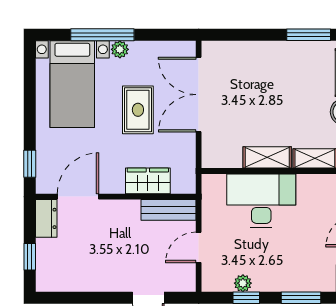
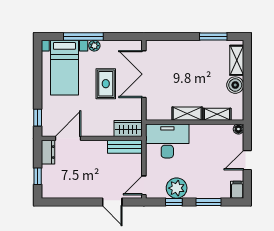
wardrobe: (148, 181) -> (128, 128), moved
desk: (261, 201) -> (167, 141), moved
door: (199, 247) -> (144, 185), moved
plant: (243, 283) -> (177, 188), width x1.88, depth x1.88

